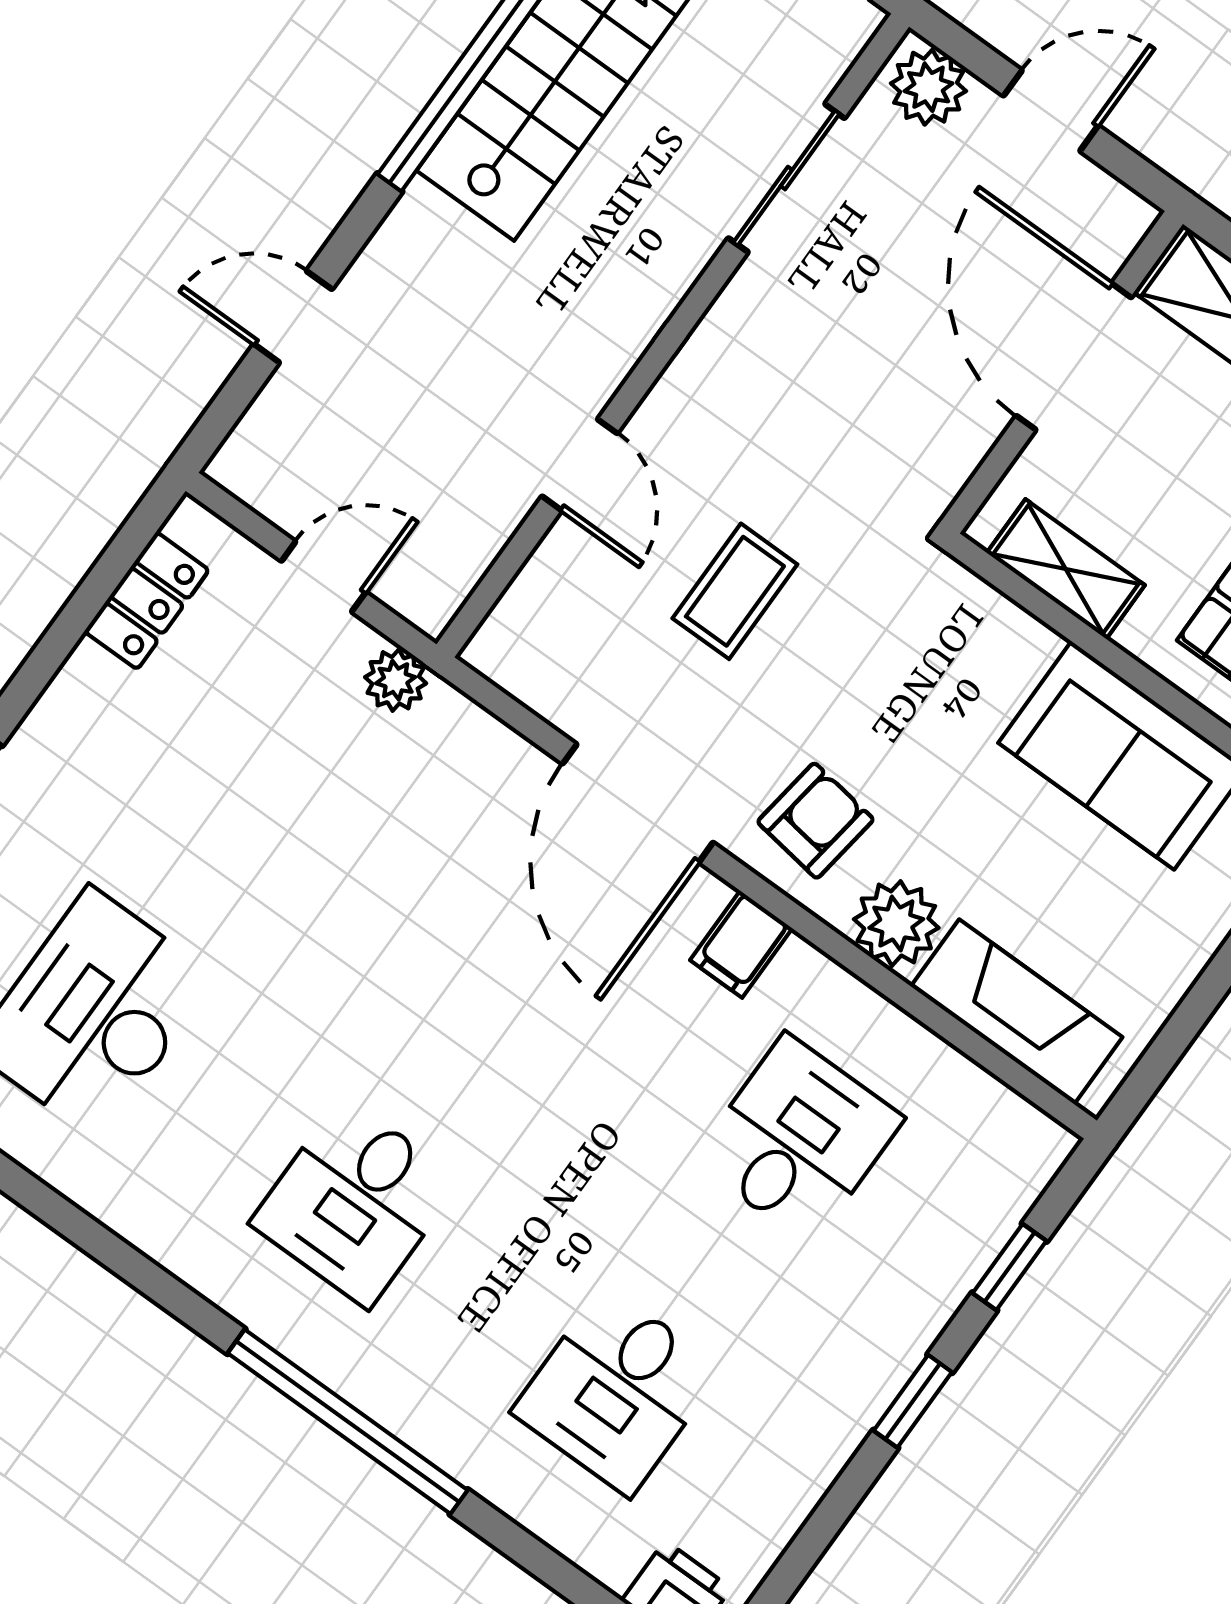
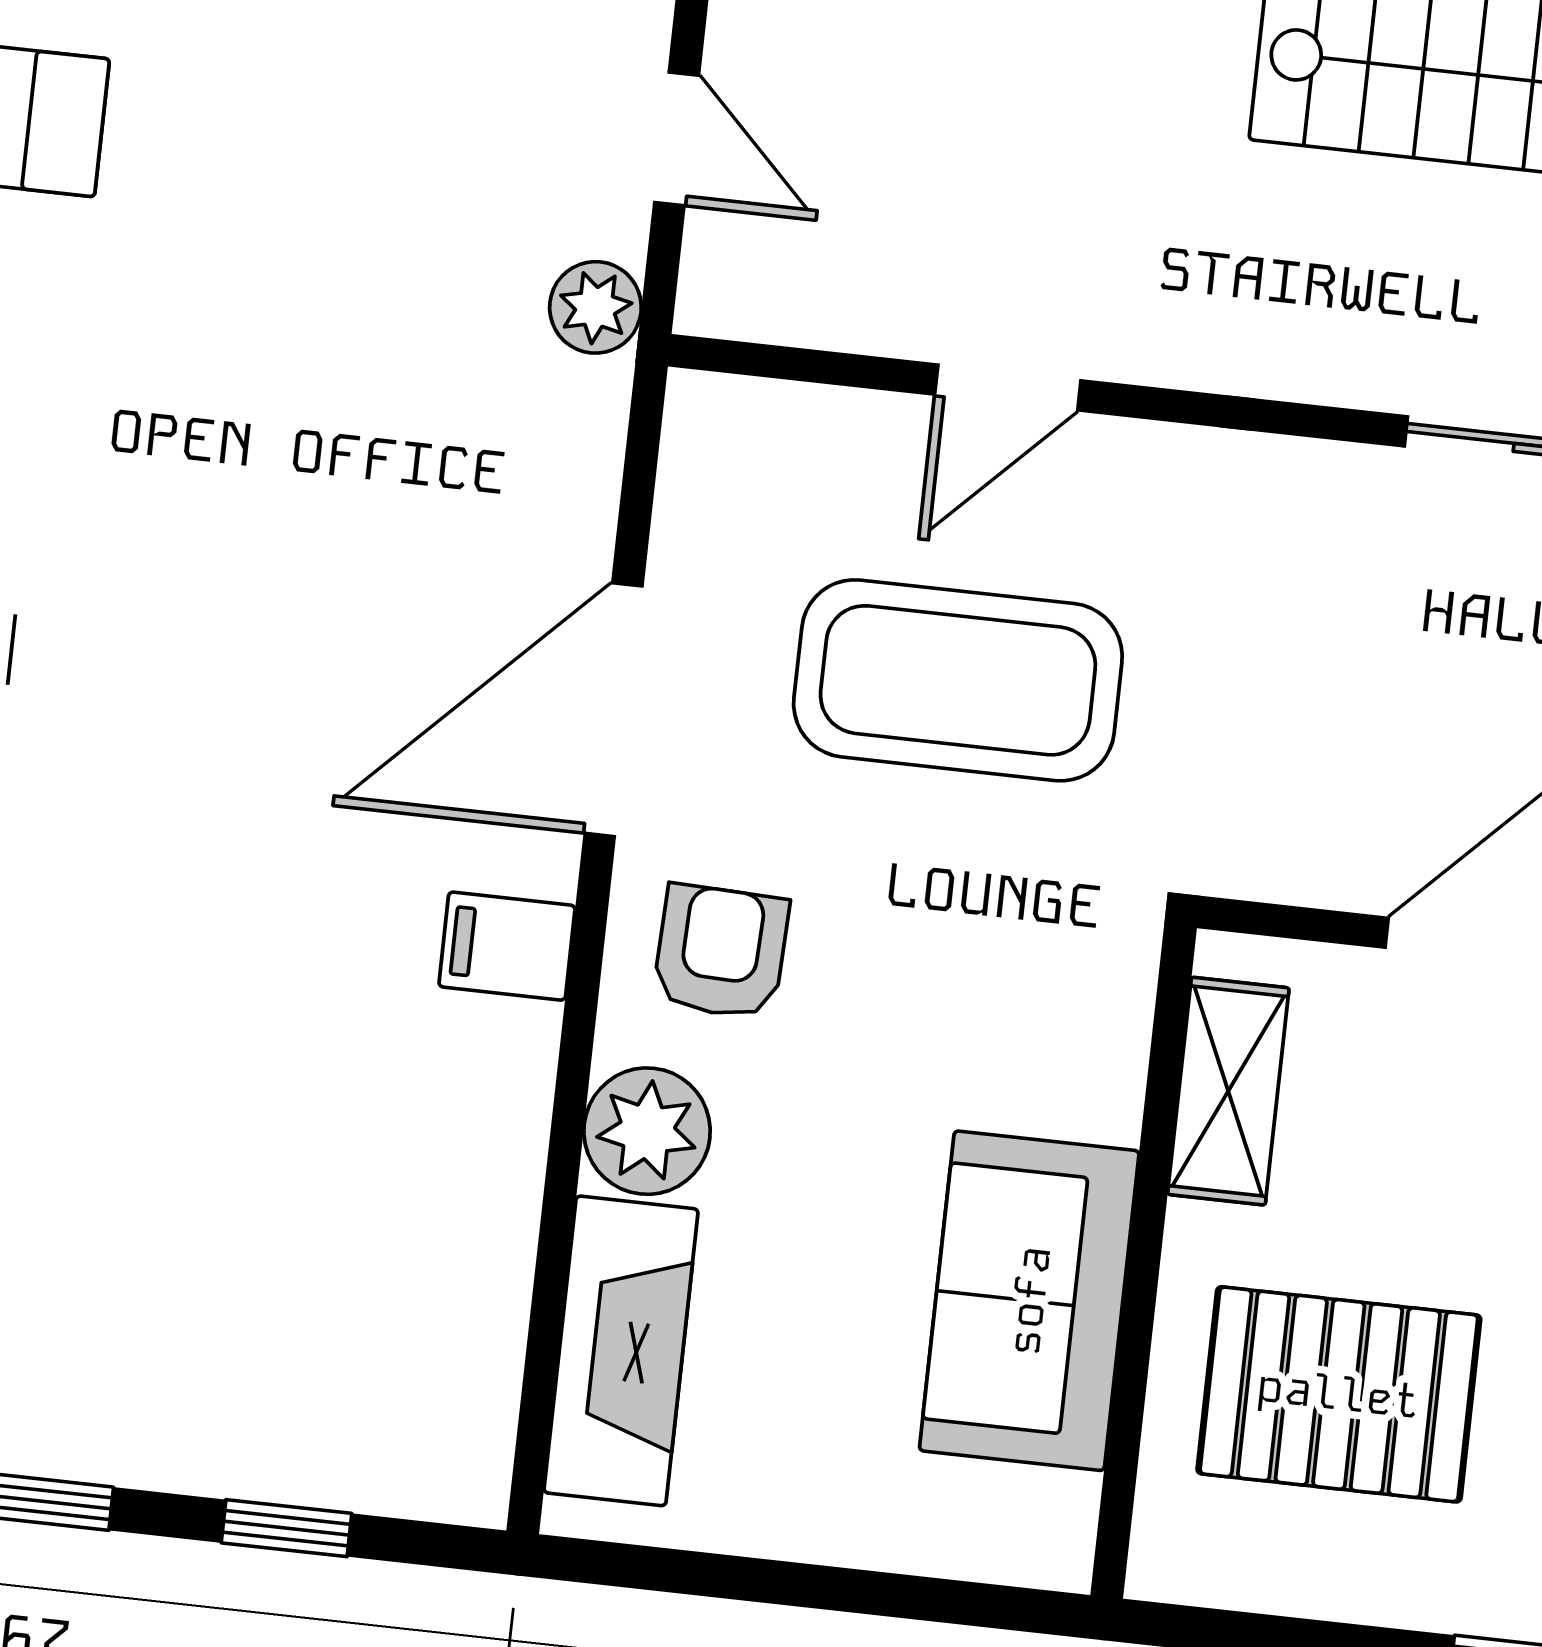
coffee table: (735, 591) -> (958, 680), width x1.86, depth x1.72
armchair: (815, 821) -> (721, 952), turned -96
desk: (798, 1139) -> (297, 1162), removed

